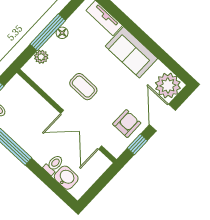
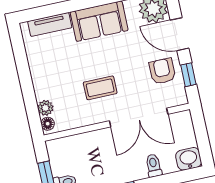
window: (48, 32) -> (27, 86), removed
floor lamp: (62, 33) -> (48, 124), moved
washbasin: (66, 178) -> (189, 159), moved

